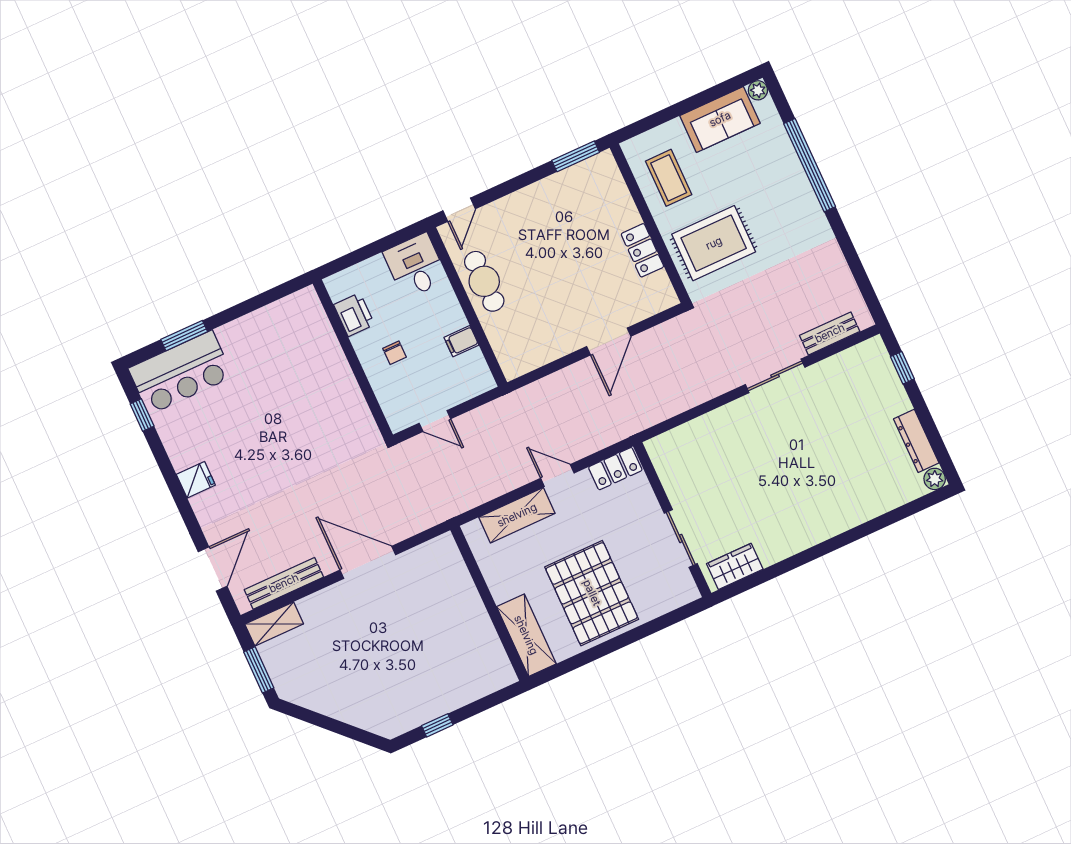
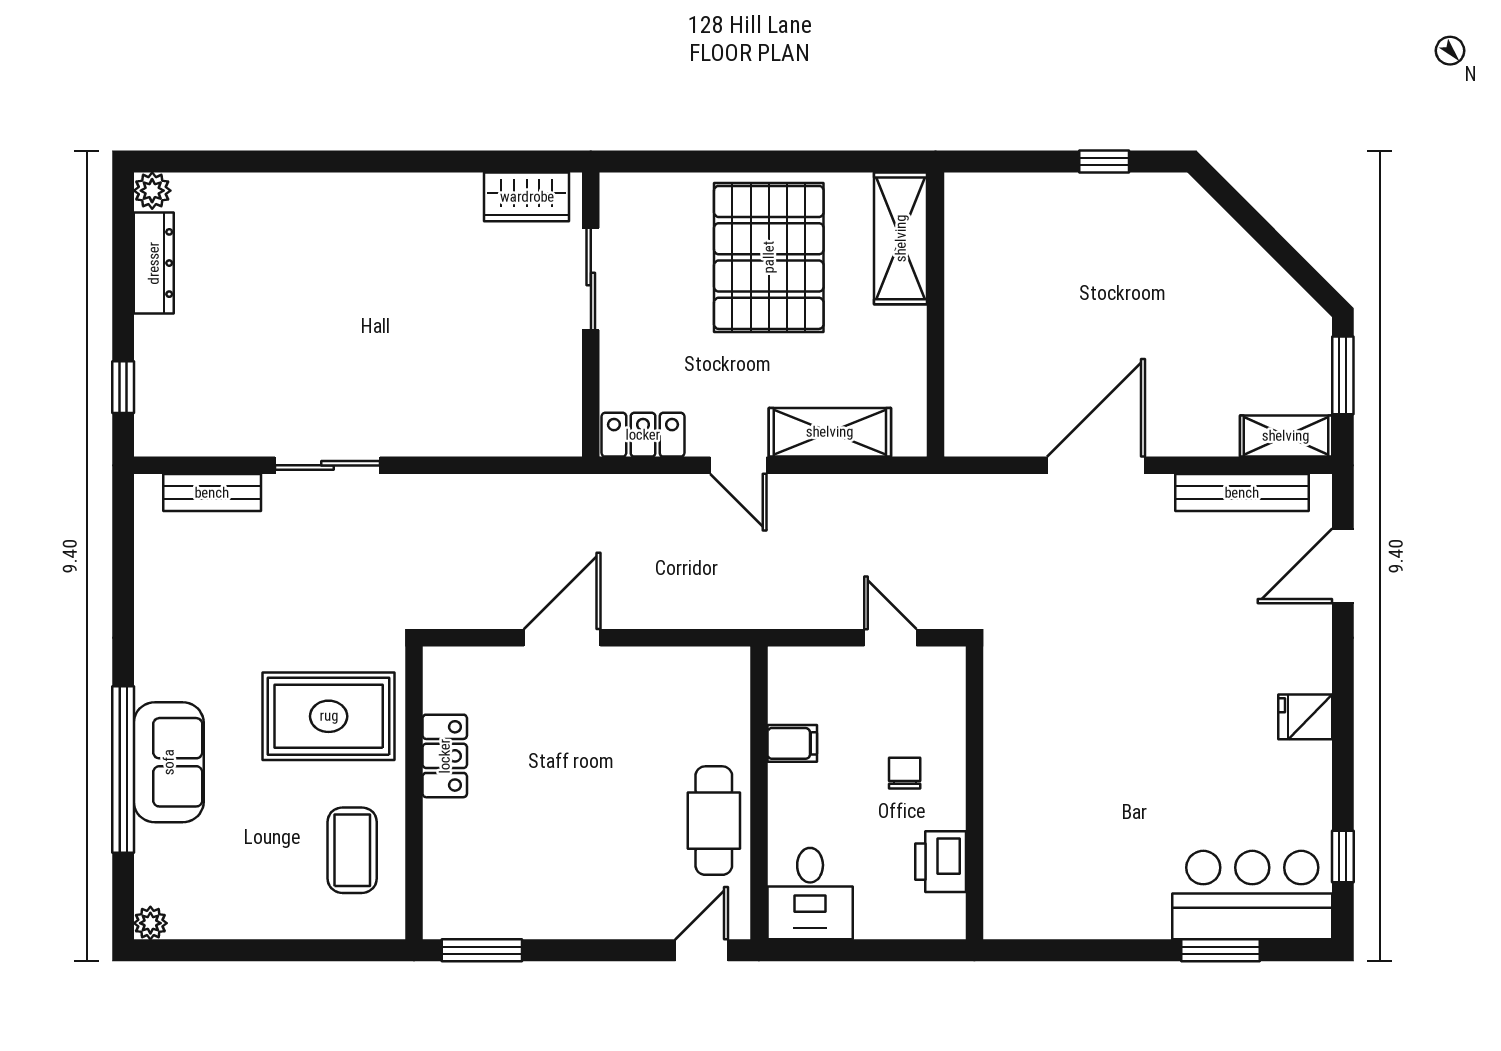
sofa: (720, 119) -> (169, 762), moved, turned 90
door: (368, 562) -> (1096, 465), swing flipped

